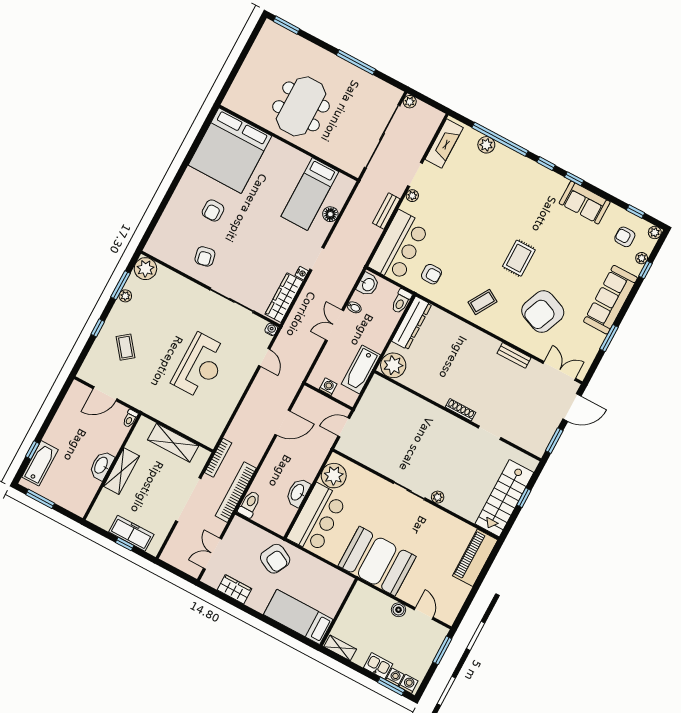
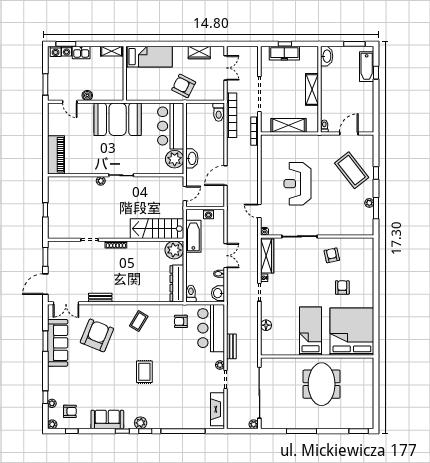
plant: (486, 145) -> (141, 423), moved
bed: (310, 194) -> (310, 331), moved
rug: (519, 258) -> (144, 372), moved
plant: (145, 269) -> (366, 227), removed
sofa: (610, 300) -> (58, 343), moved
coffee table: (125, 347) -> (352, 170), width x1.86, depth x1.72
washbasin: (101, 465) -> (327, 56), moved
washbasin: (298, 492) -> (192, 158), moved
stairs: (504, 498) -> (157, 229), moved, turned -90

